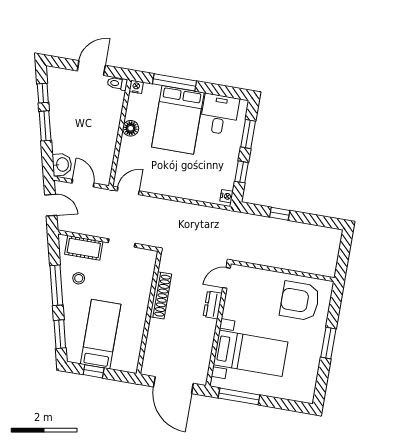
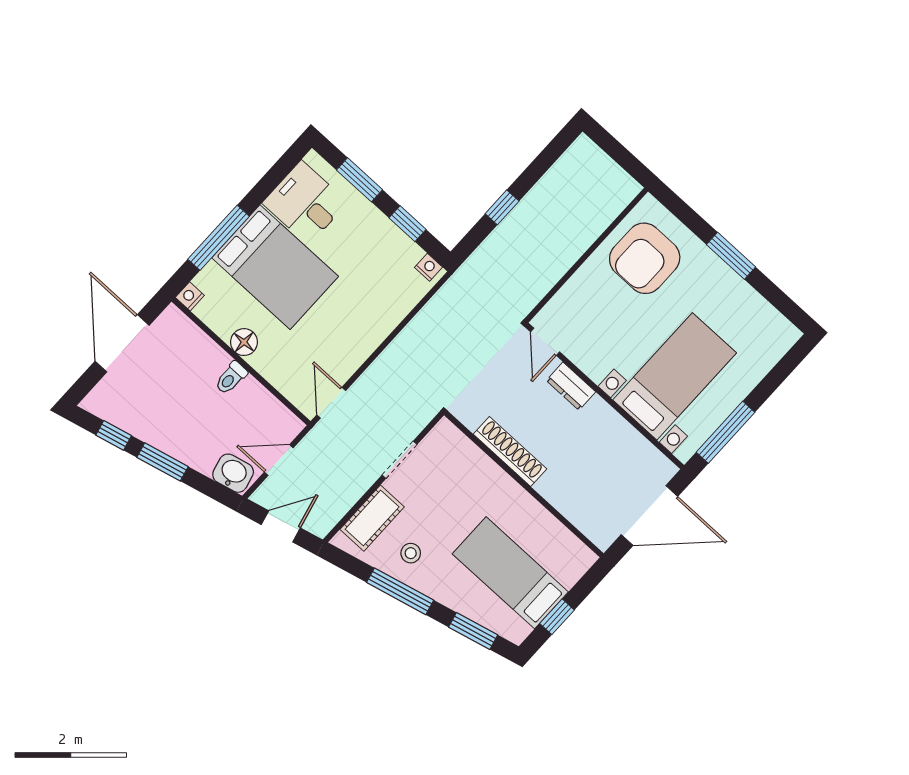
door: (91, 68) -> (122, 343), width x1.36
toilet: (117, 84) -> (231, 378), moved

